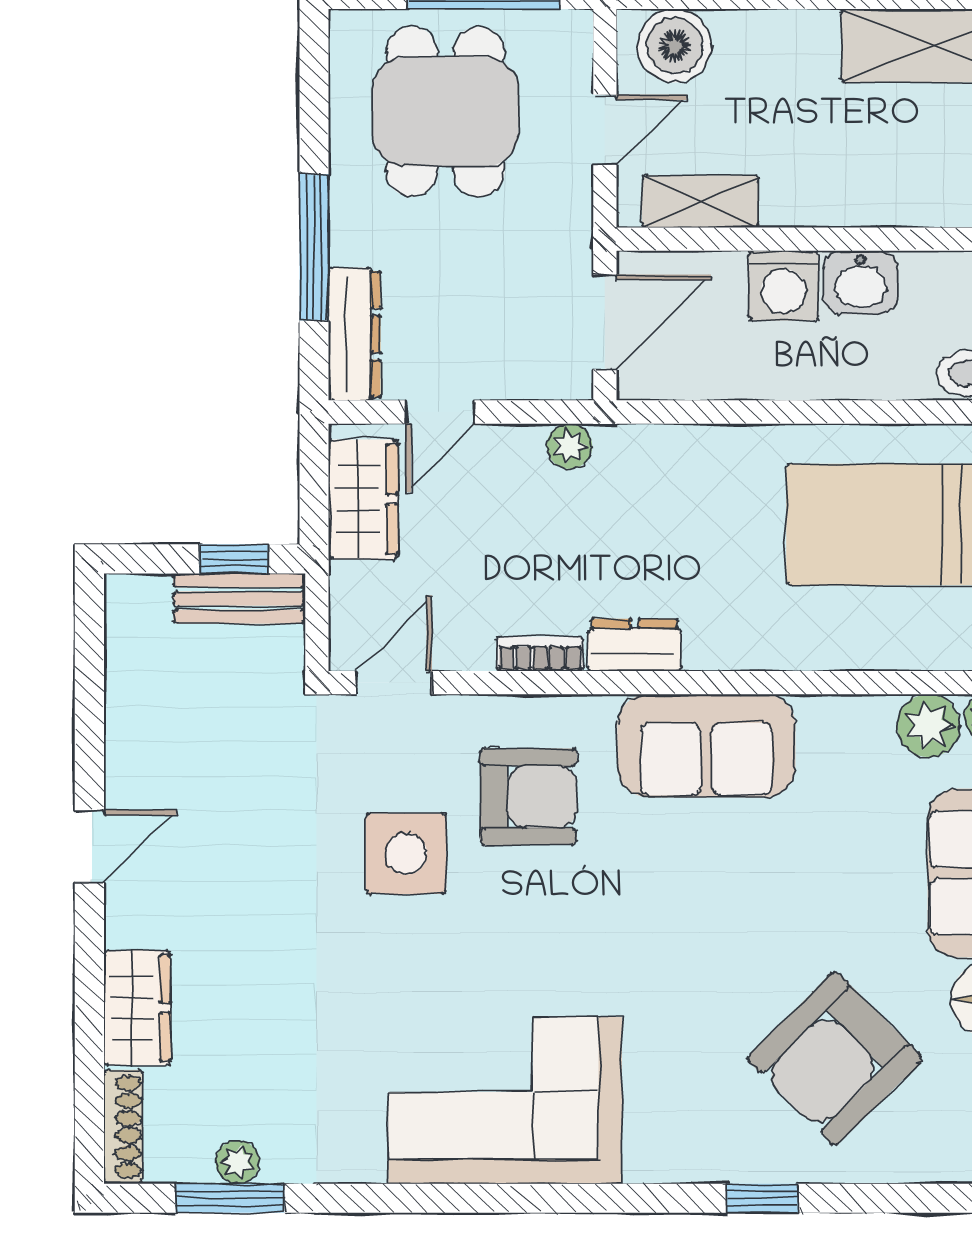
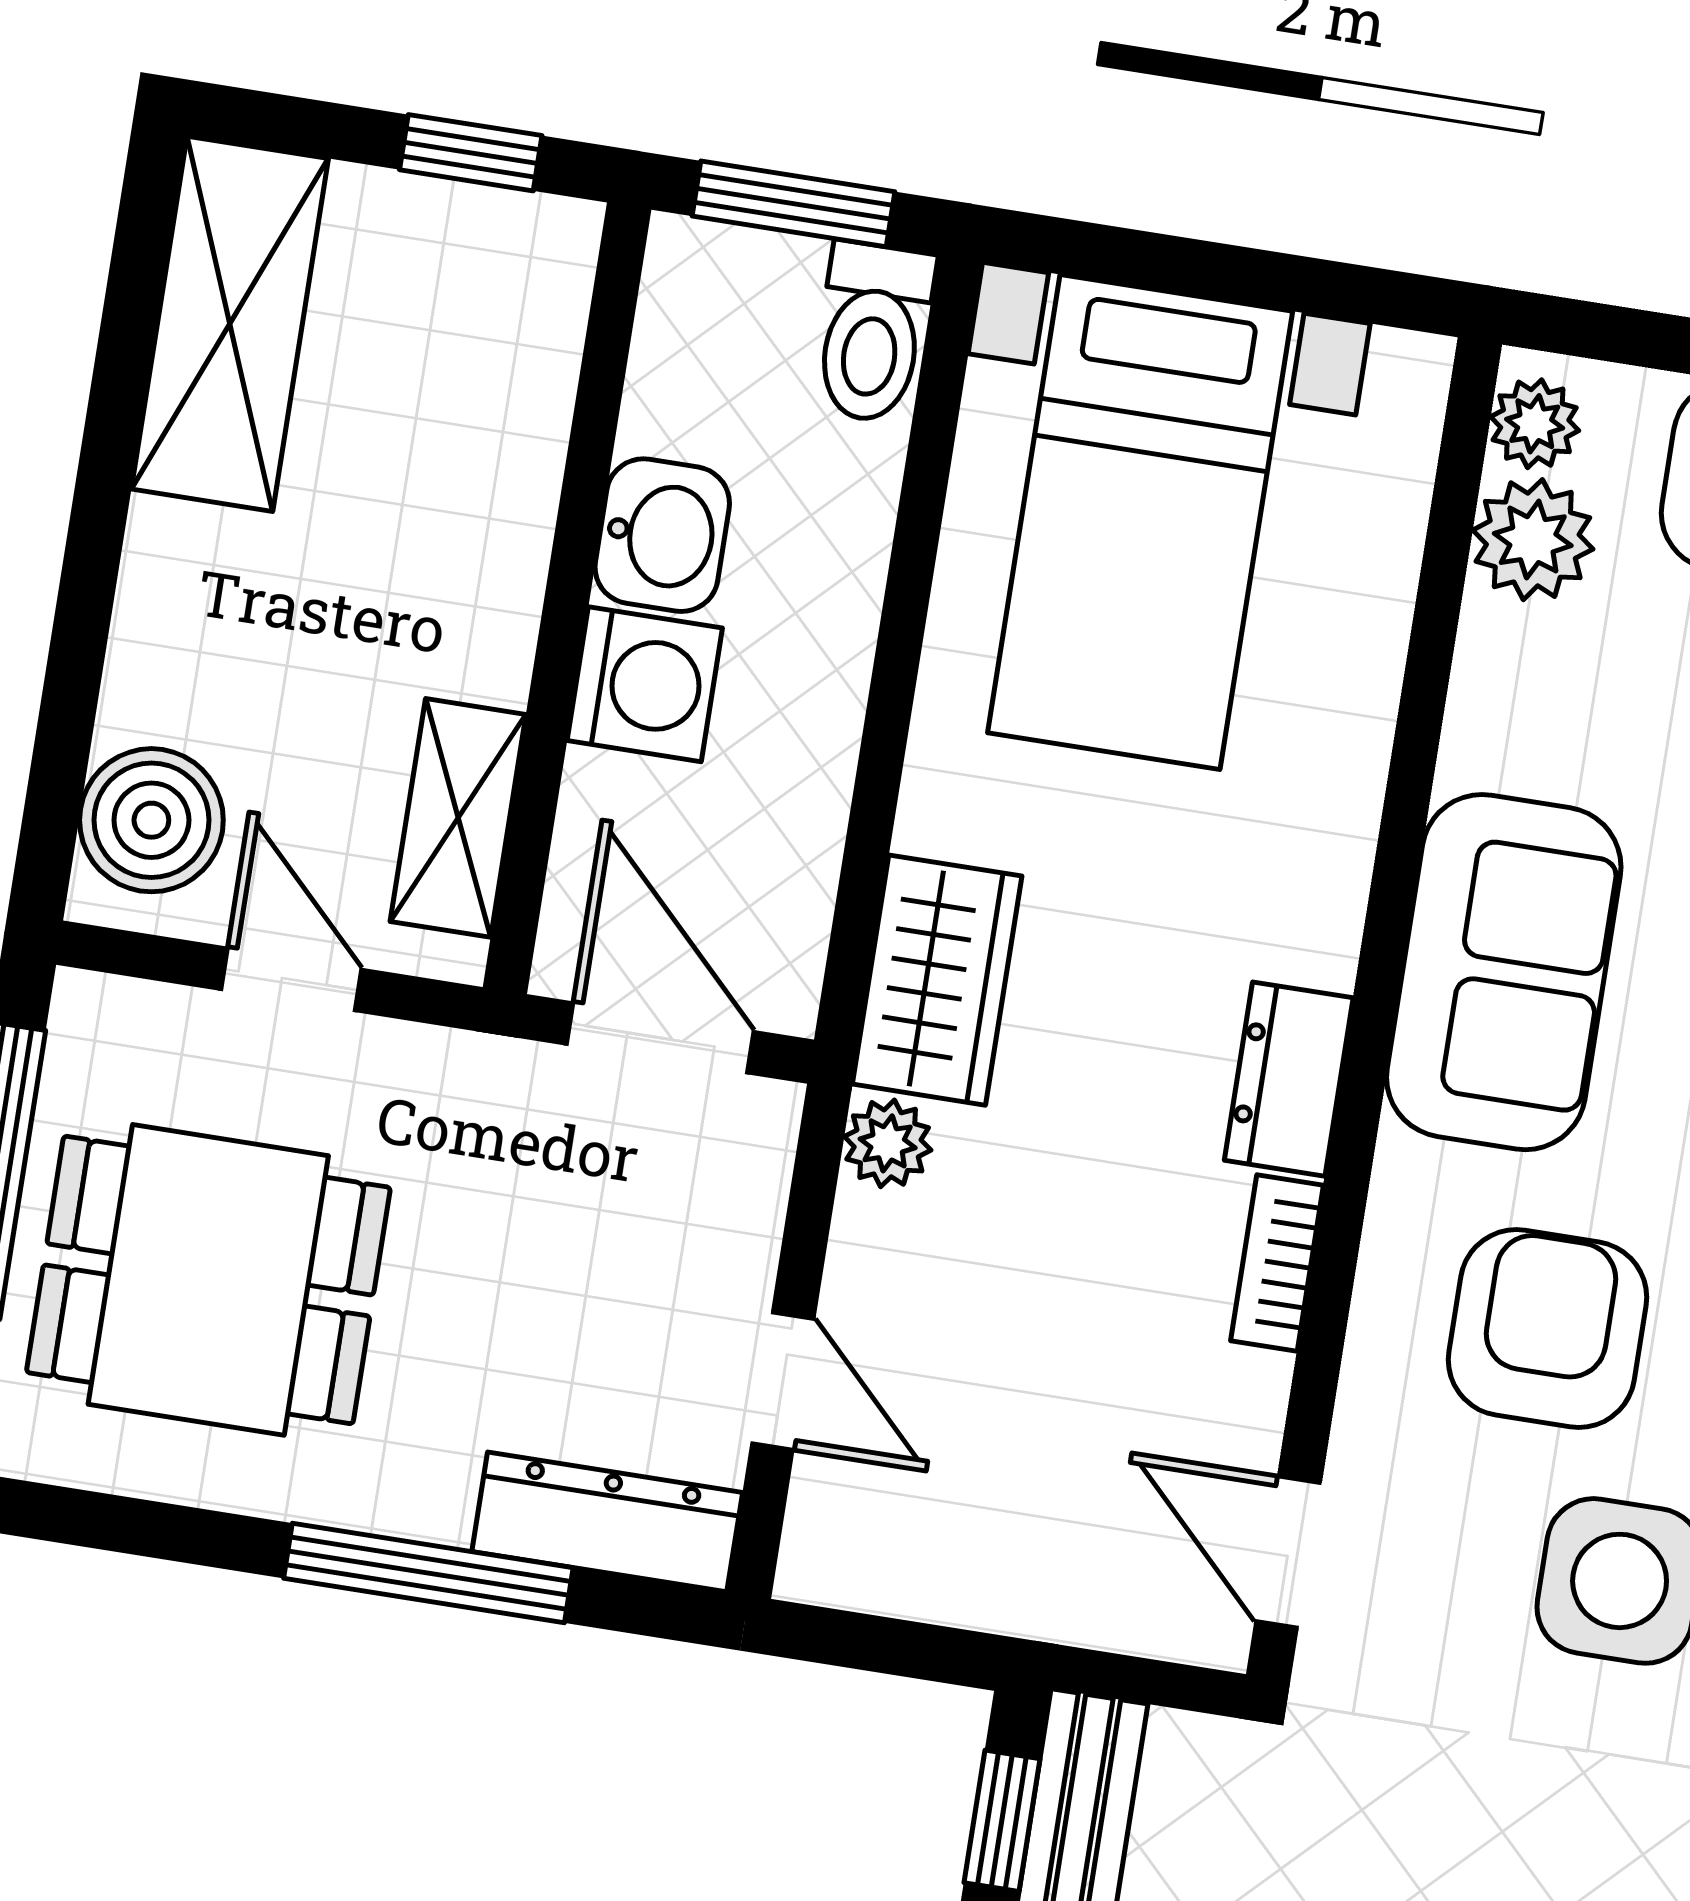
wardrobe: (363, 499) -> (937, 980), moved, turned 90

